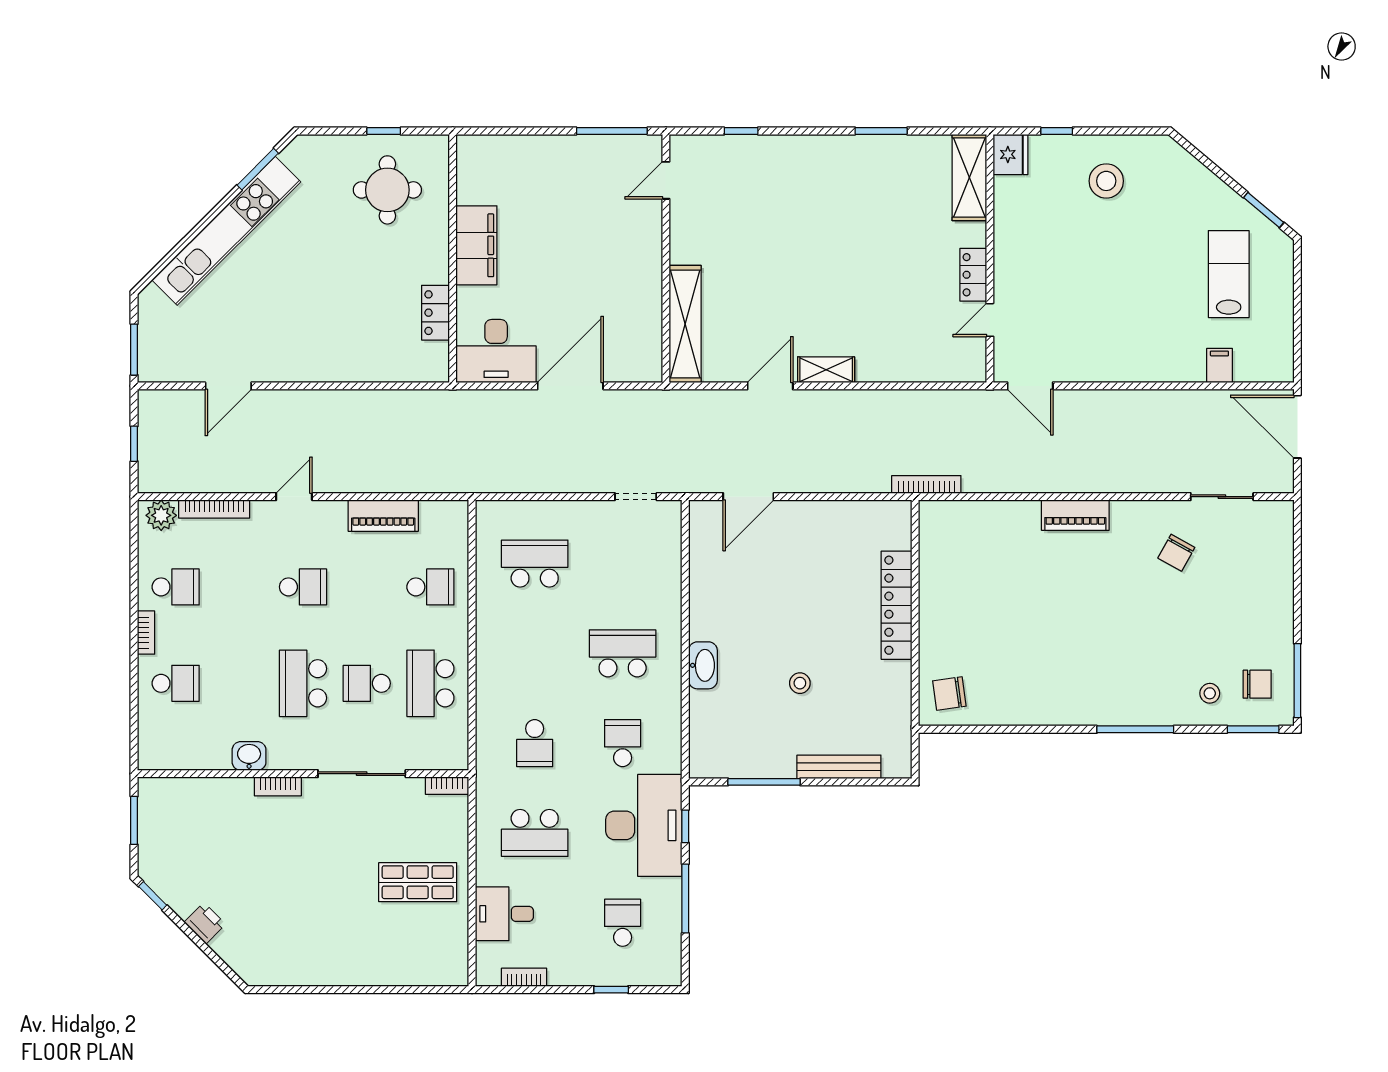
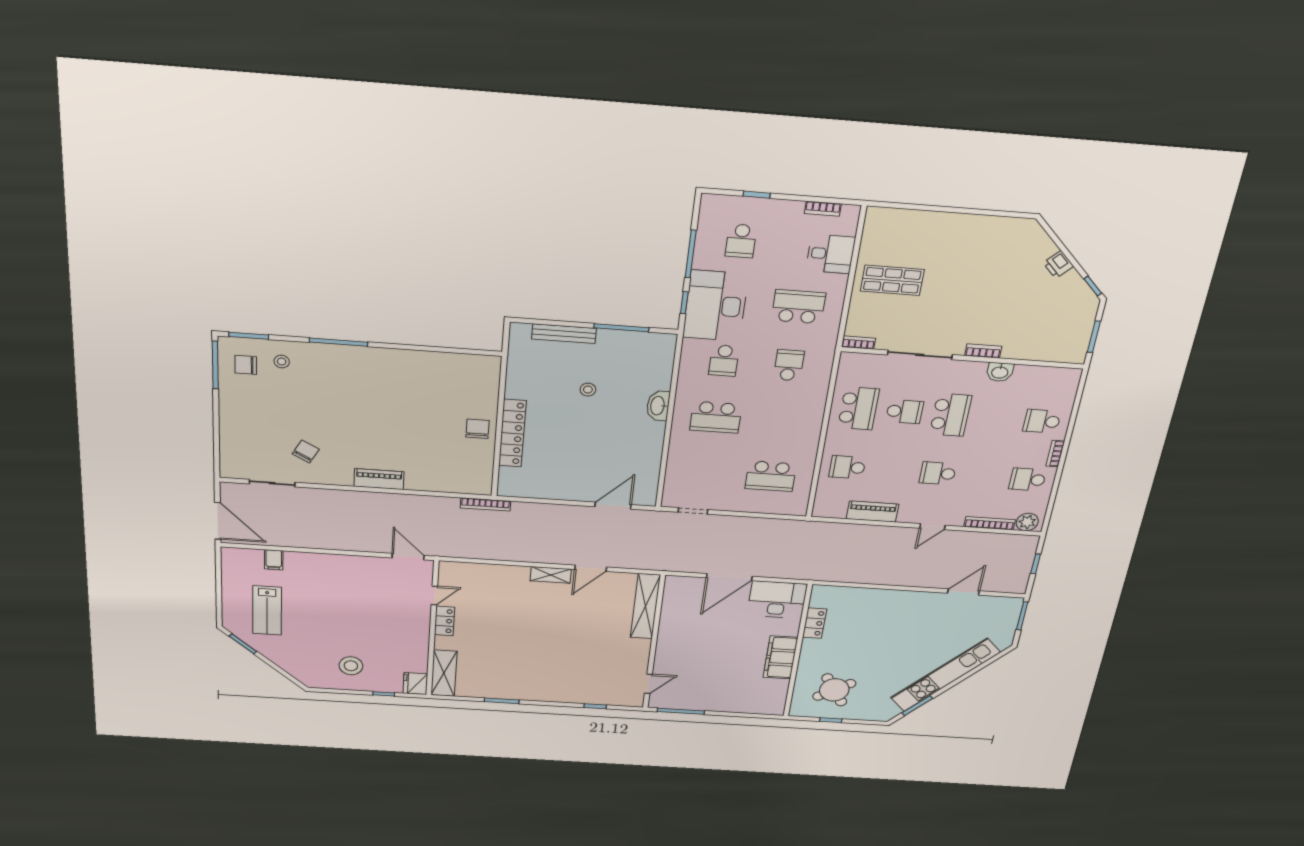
round table: (387, 190) -> (834, 690), turned -32
chair: (949, 694) -> (478, 429), moved, turned -82

